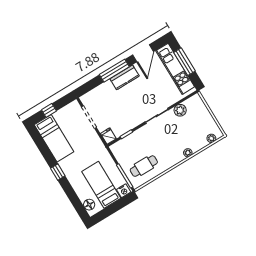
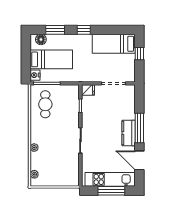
plant: (180, 110) -> (73, 163), removed
window: (73, 197) -> (55, 30), added

